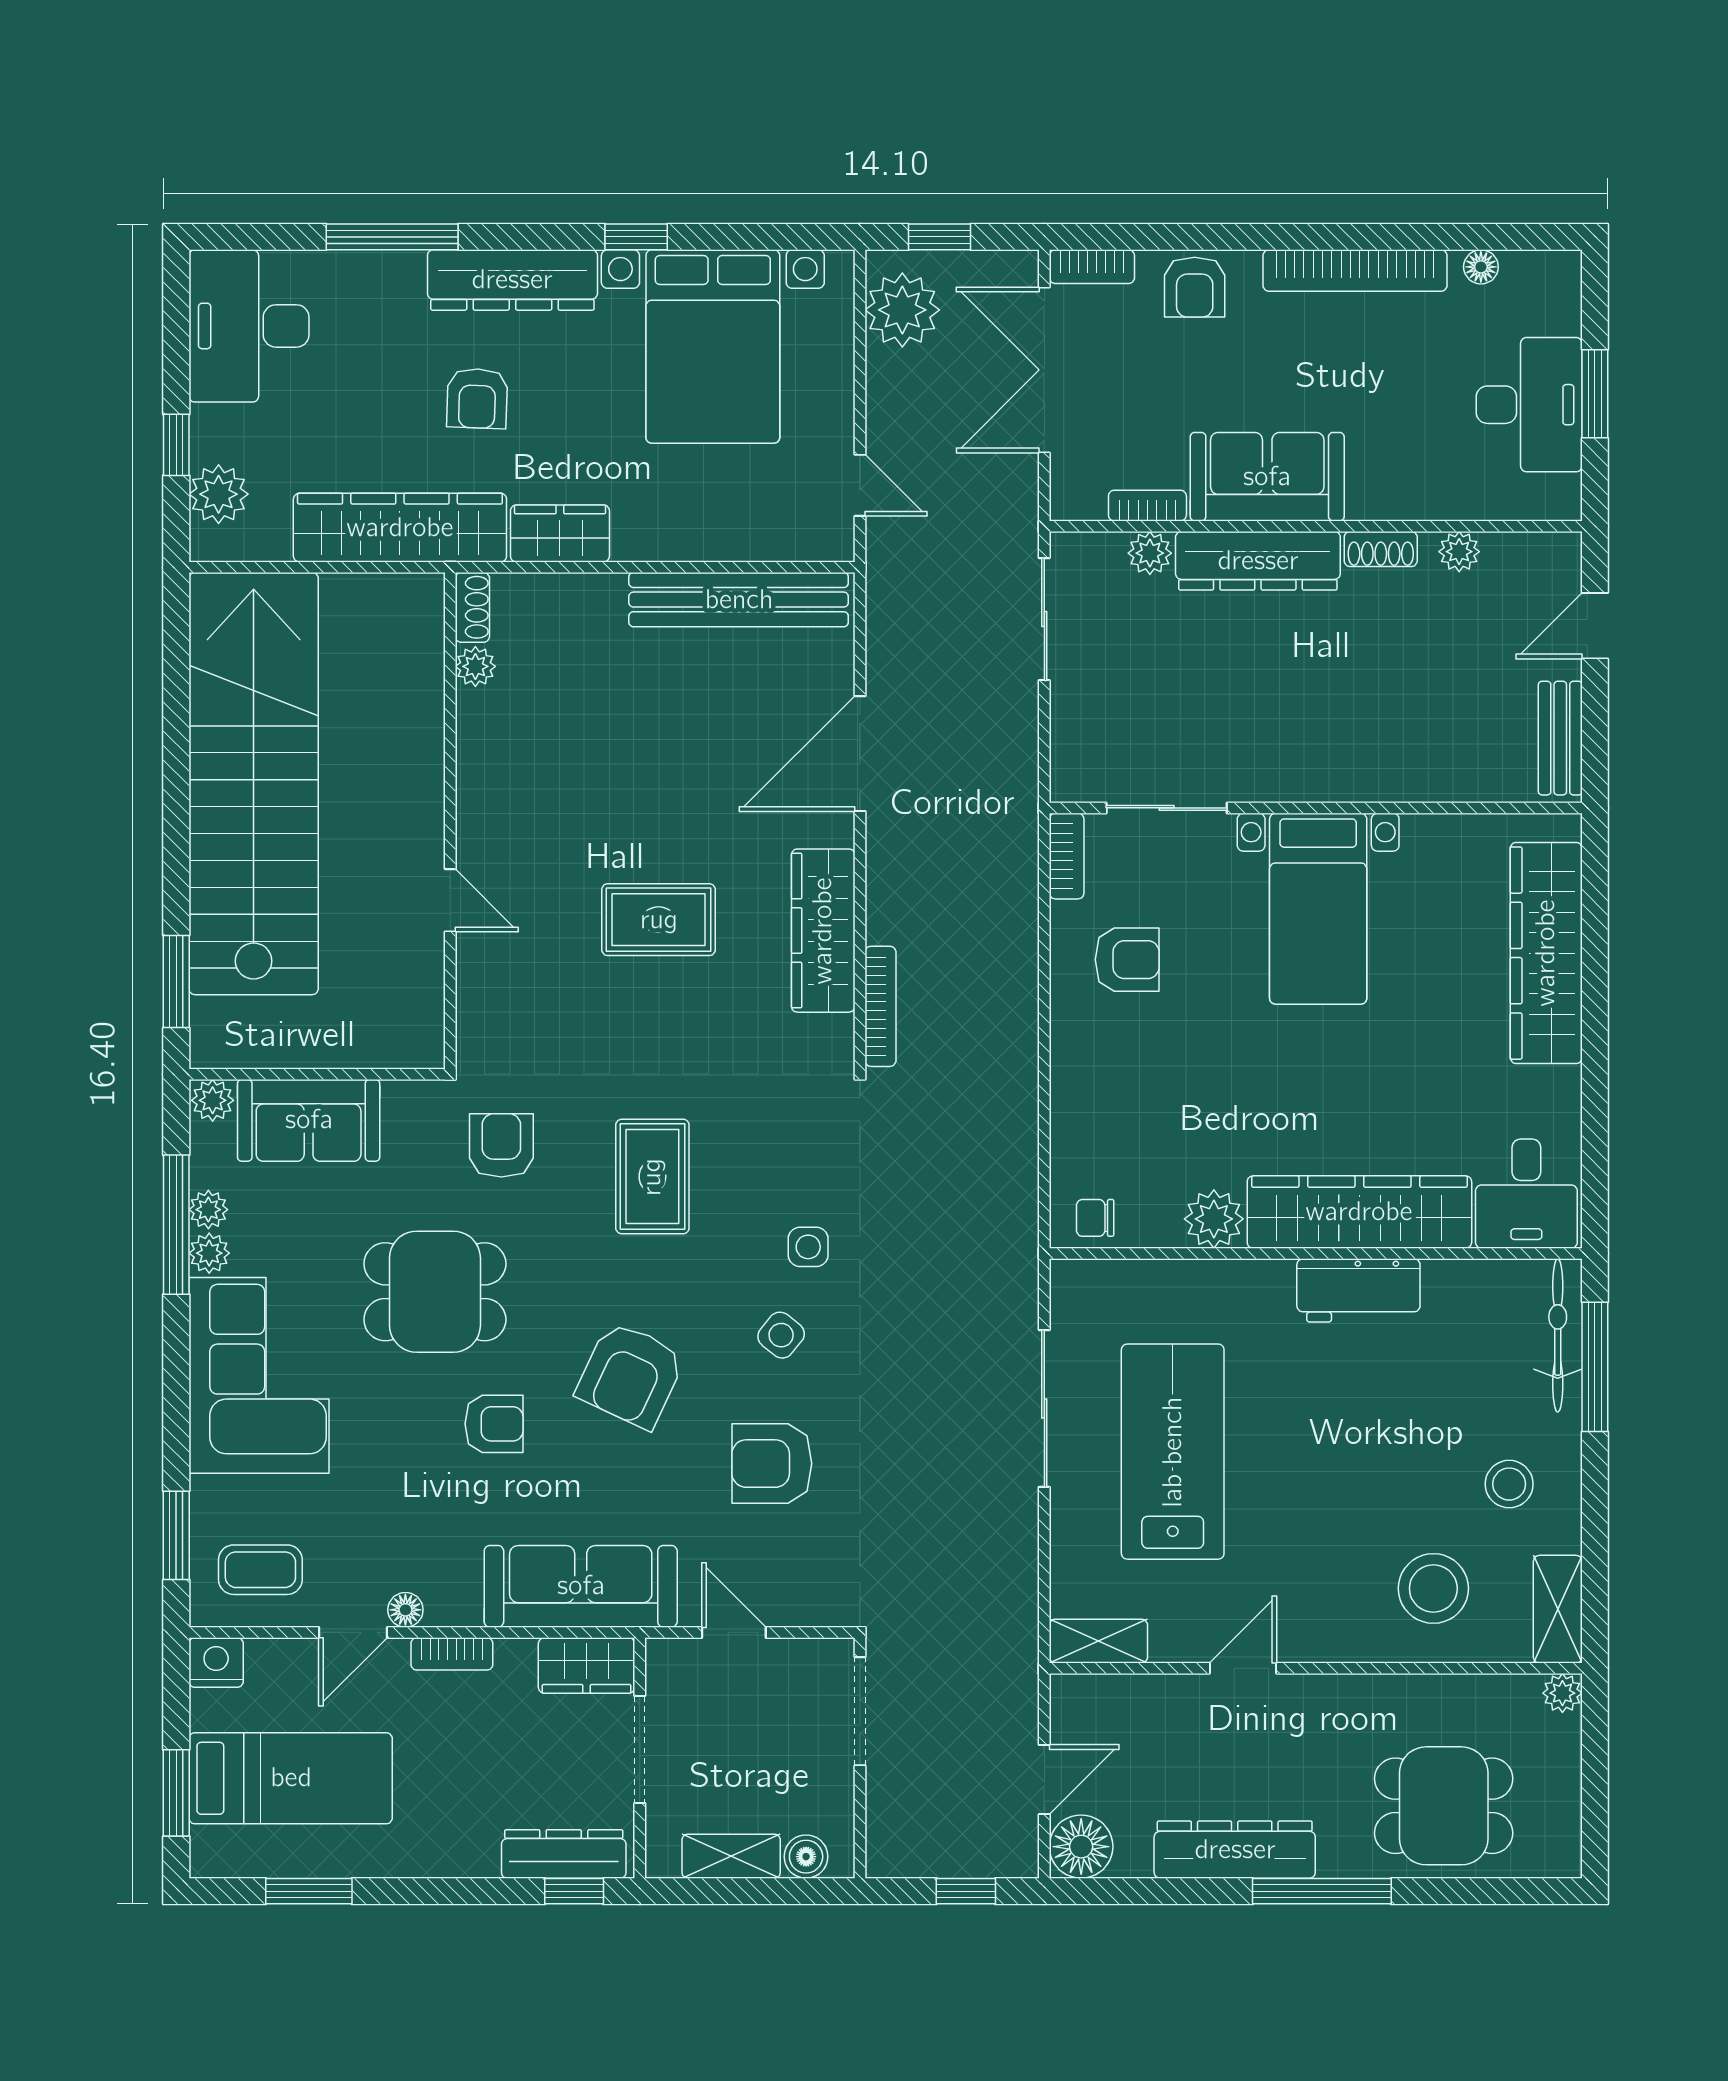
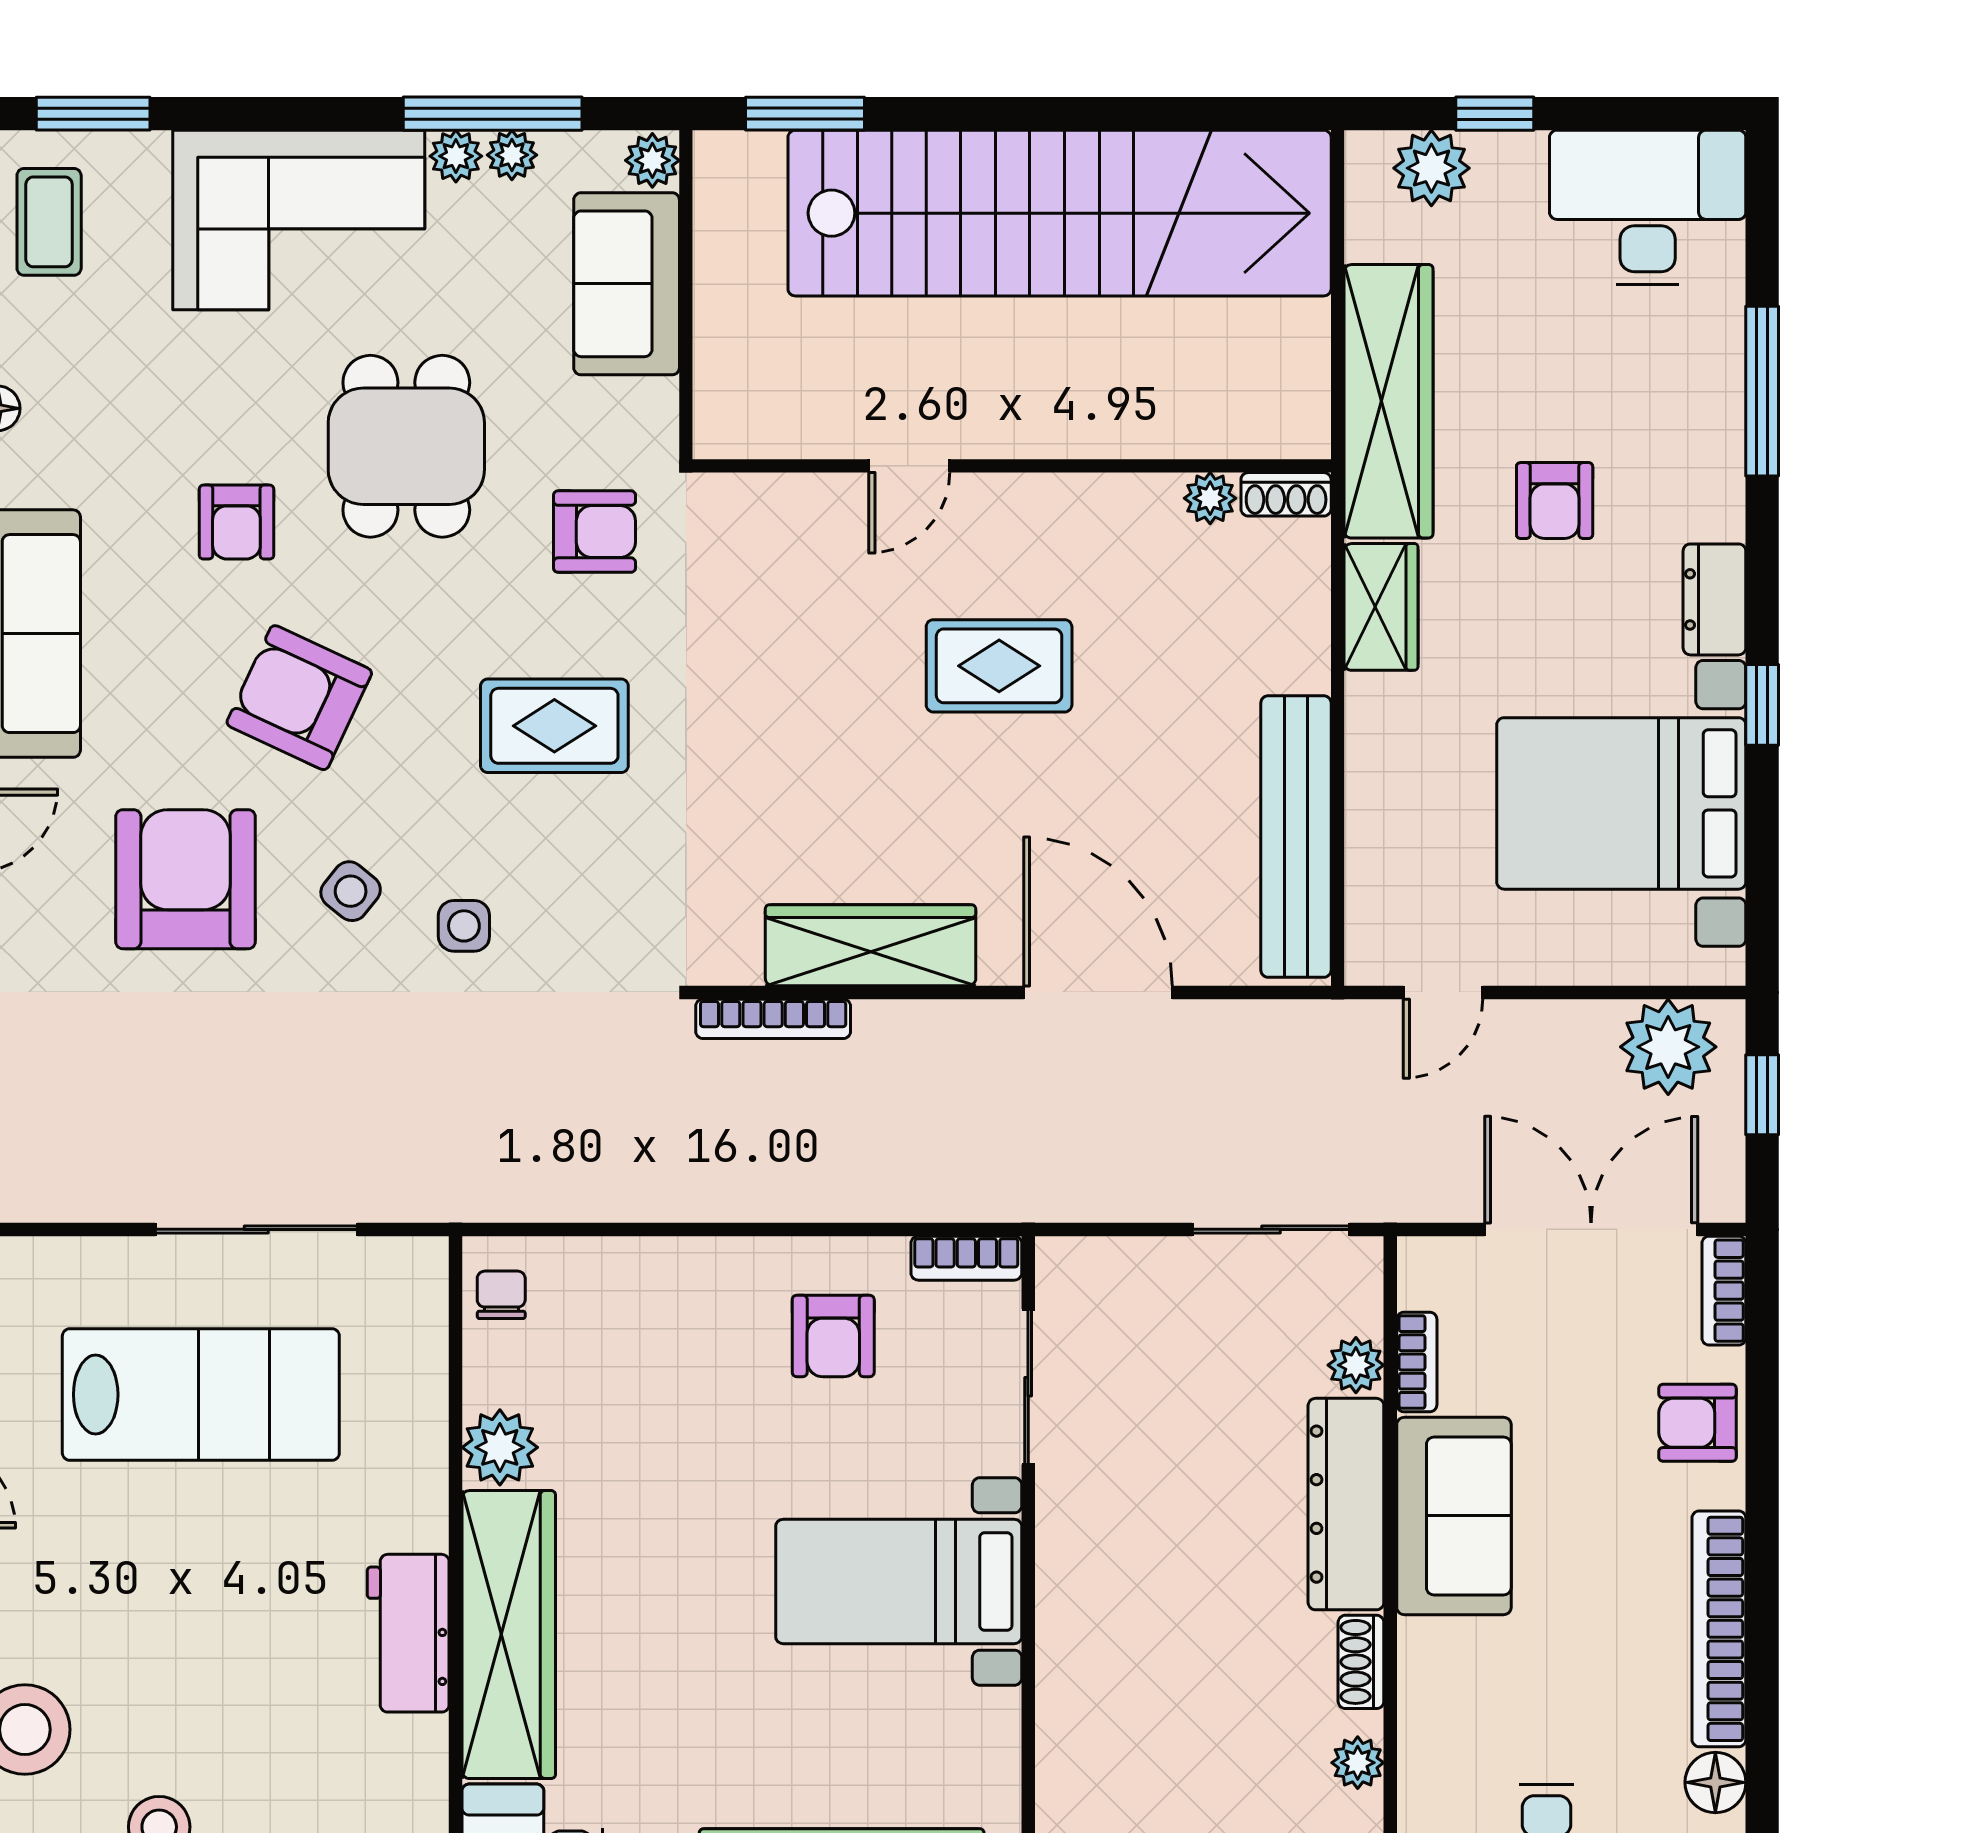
floor lamp: (1481, 267) -> (1715, 1782), width x1.37, depth x1.37
dresser: (512, 280) -> (1714, 599), width x0.51, depth x0.80
armchair: (477, 398) -> (1555, 501), turned -92
rug: (659, 920) -> (999, 666), moved, turned 90
armchair: (772, 1464) -> (185, 879), width x1.36, depth x1.36

